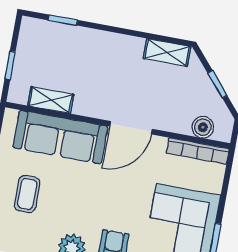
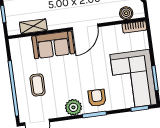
sofa: (60, 137) -> (53, 45), width x0.73
bookcase: (198, 151) -> (134, 27), width x0.64

